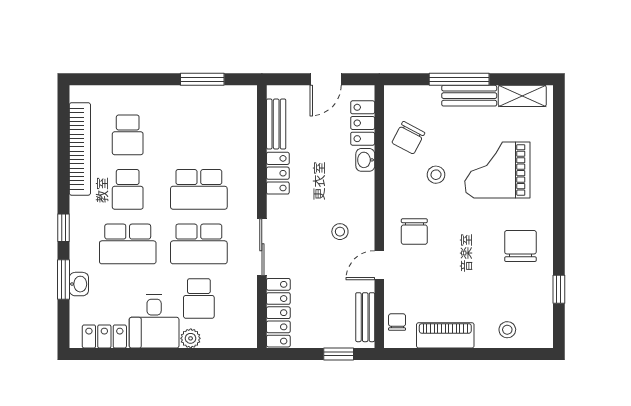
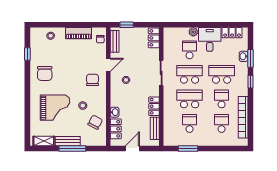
school desk: (199, 135) -> (190, 123), added
locker: (278, 313) -> (154, 38), width x0.66

